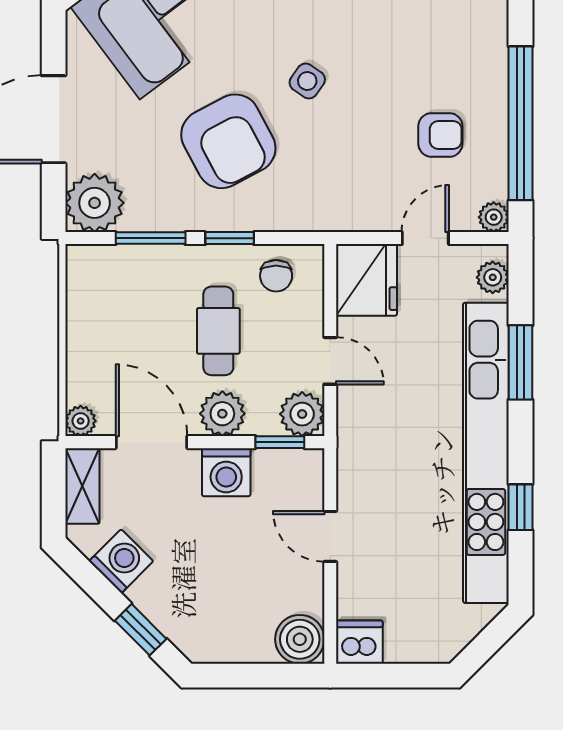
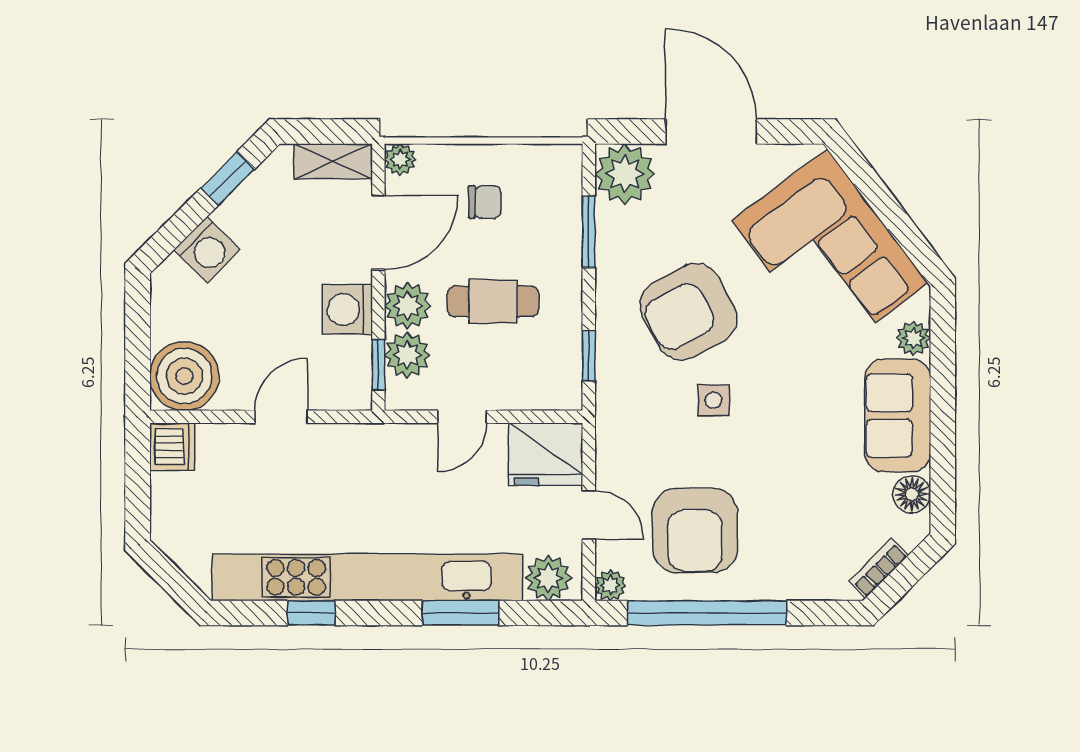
side table: (307, 81) -> (713, 400), moved, turned -35
armchair: (440, 135) -> (695, 530), width x1.88, depth x1.88
window: (230, 238) -> (589, 356), moved
chair: (276, 276) -> (485, 202), moved, turned 180
plant: (493, 277) -> (548, 578), width x1.38, depth x1.38
plant: (302, 414) -> (407, 355), moved
washing machine: (121, 561) -> (207, 250), moved
window: (141, 630) -> (228, 179), moved
boiler: (300, 639) -> (184, 376), width x1.37, depth x1.37

